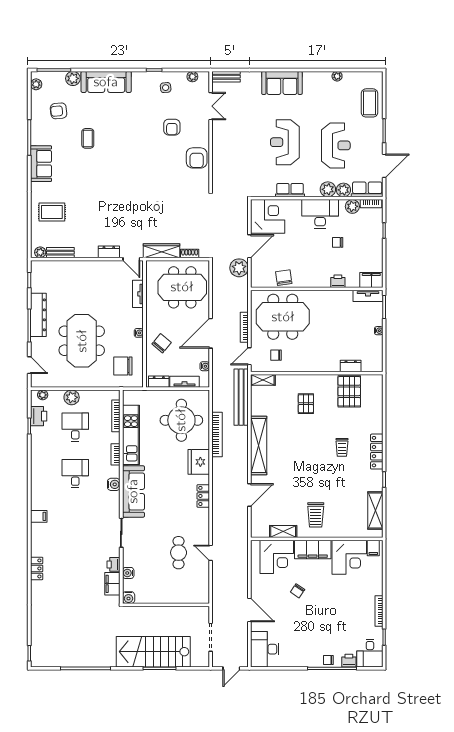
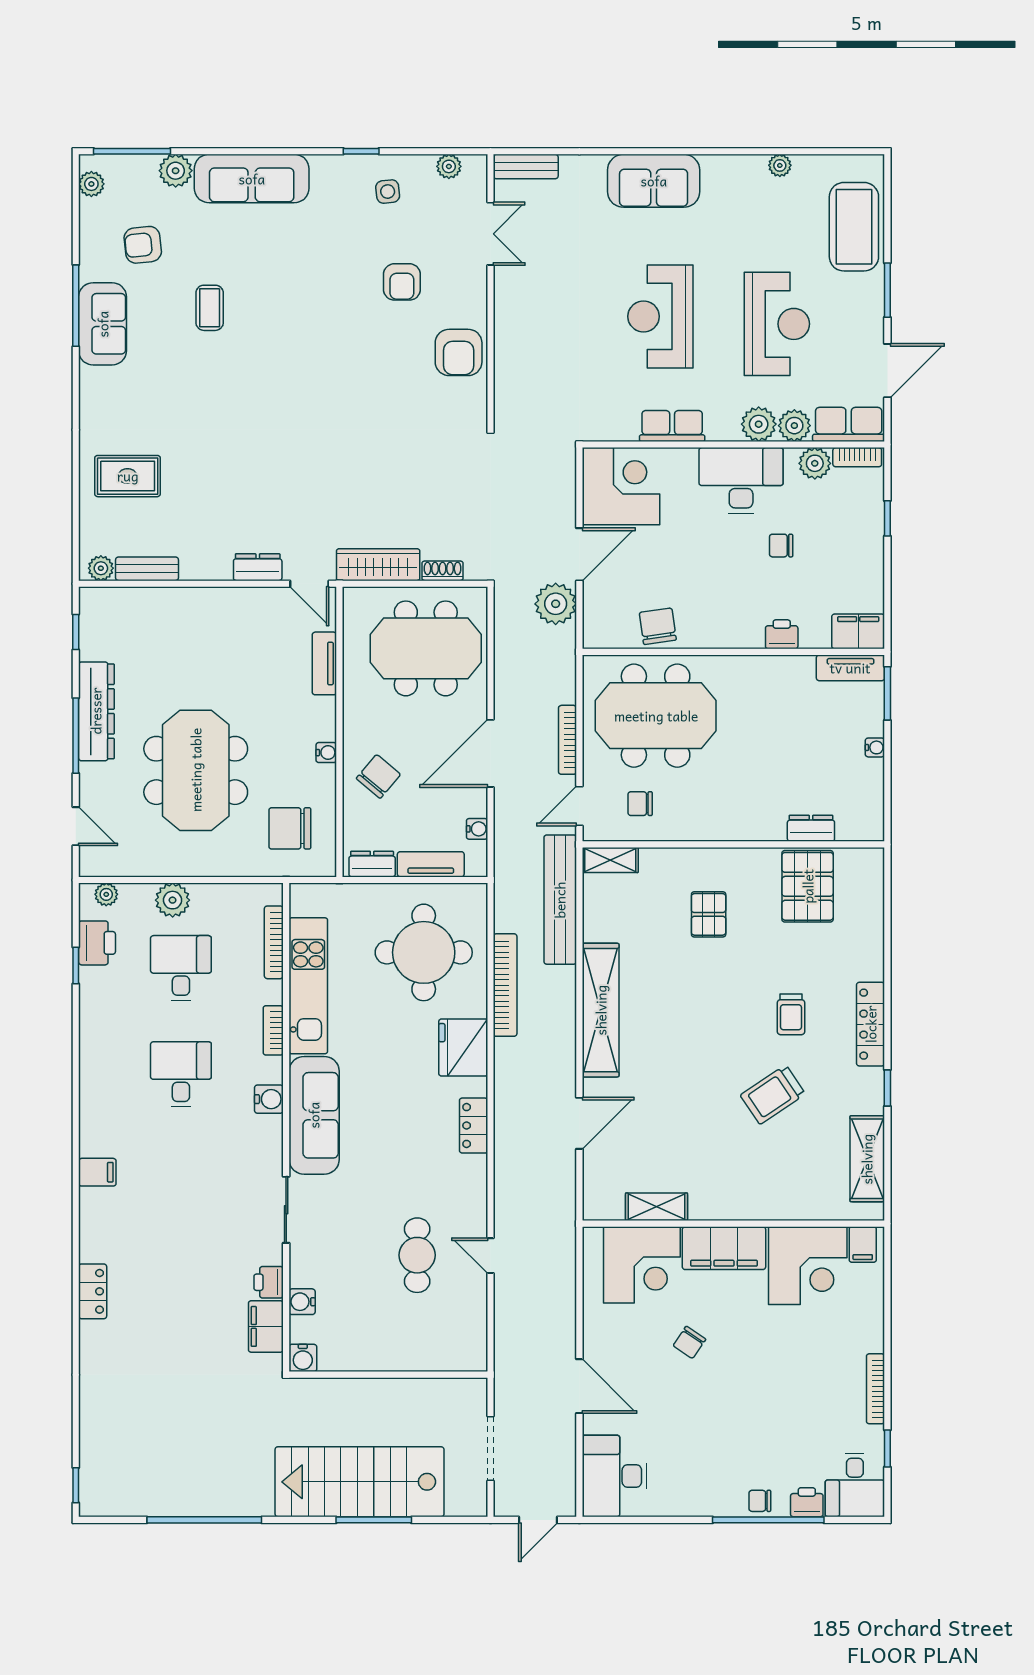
coffee table: (370, 103) -> (854, 227), width x1.36, depth x1.32
sofa: (41, 164) -> (103, 324), moved
trolley: (316, 515) -> (773, 1095), moved, turned 56

